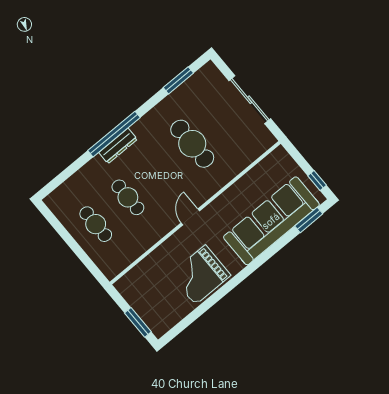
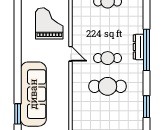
cafe table: (128, 197) -> (108, 58), moved
grand piano: (200, 275) -> (49, 23), moved

